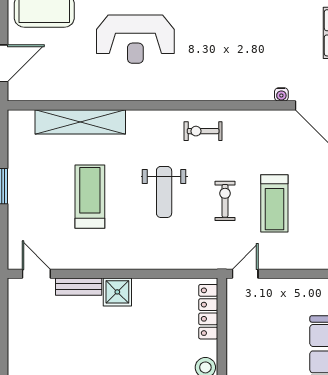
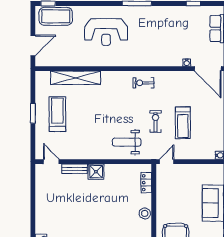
weight bench: (164, 192) -> (127, 142), moved, turned 90
treadmill: (90, 197) -> (57, 114), moved
locker: (208, 312) -> (146, 183), width x0.66

